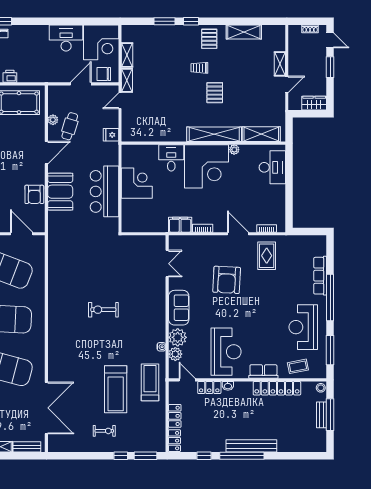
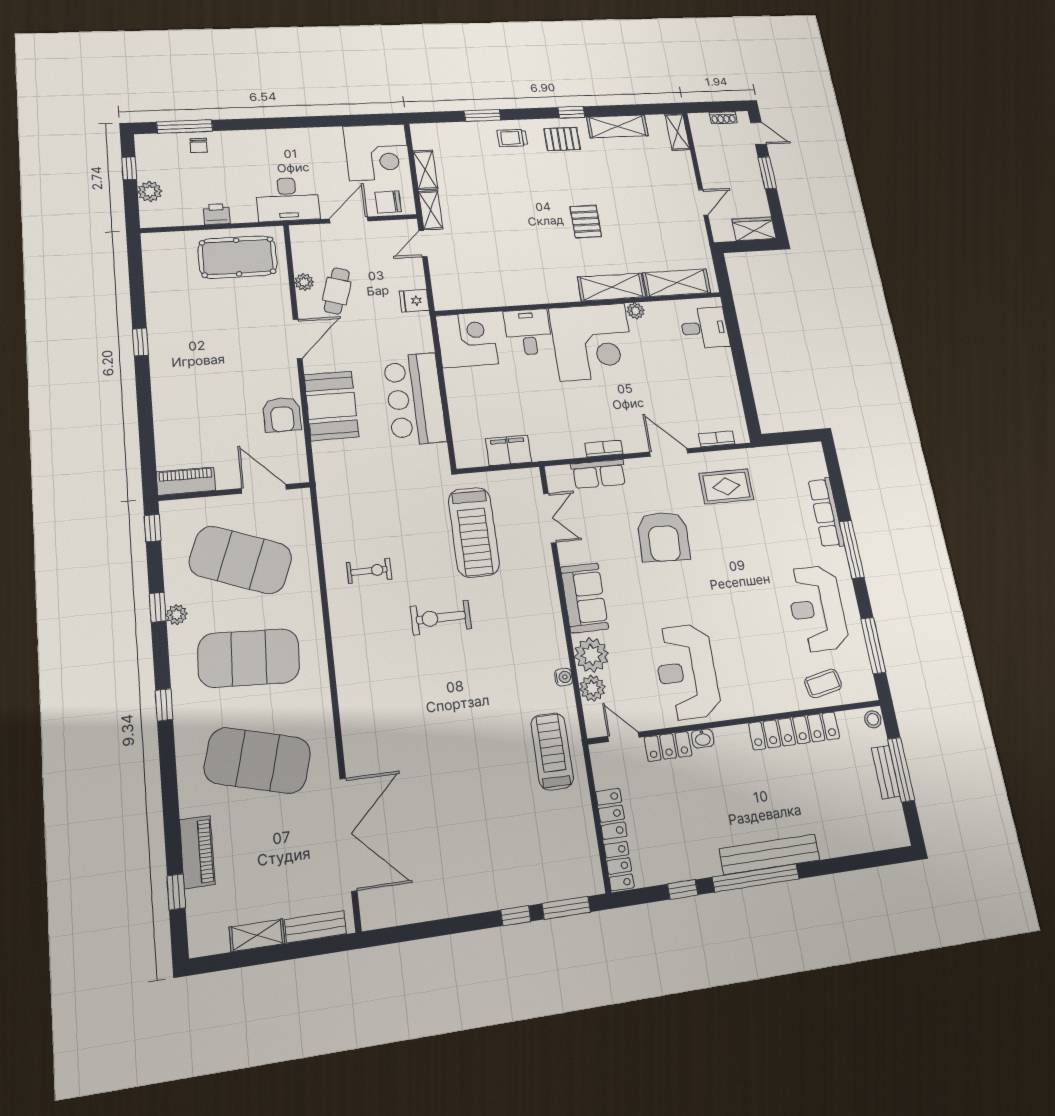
window: (191, 21) -> (571, 112), moved
desk: (66, 38) -> (288, 199), moved, turned 180
pallet: (209, 39) -> (562, 139), turned 90
shelving: (280, 64) -> (677, 132), moved
trolley: (199, 68) -> (512, 138), moved
shelving: (214, 134) -> (612, 287), width x0.68
desk: (272, 167) -> (704, 328), width x0.73
corner desk: (137, 183) -> (467, 340), moved
filing cabinet: (180, 225) -> (509, 450), moved
rug: (267, 256) -> (726, 486), turned 90
window: (330, 298) -> (852, 549), width x0.68
reception desk: (226, 352) -> (687, 672), turned 180
row of seats: (263, 372) -> (599, 474), moved, turned 180
treadmill: (116, 389) -> (474, 532), moved
exercise bike: (104, 431) -> (369, 571), moved

